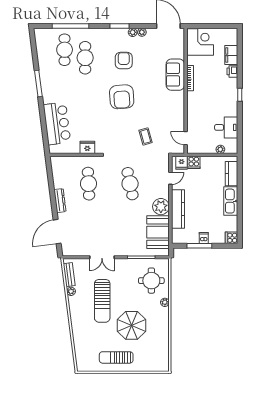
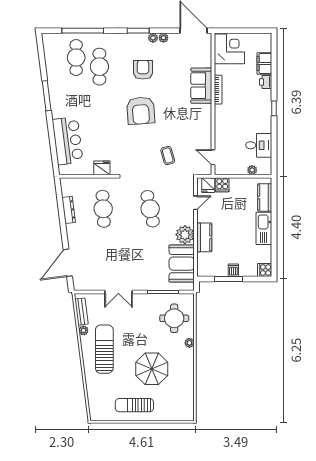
dresser: (60, 201) -> (69, 210), moved
kitchen counter: (178, 209) -> (204, 237), width x0.67
sun lounger: (102, 301) -> (104, 349), moved, turned 180

